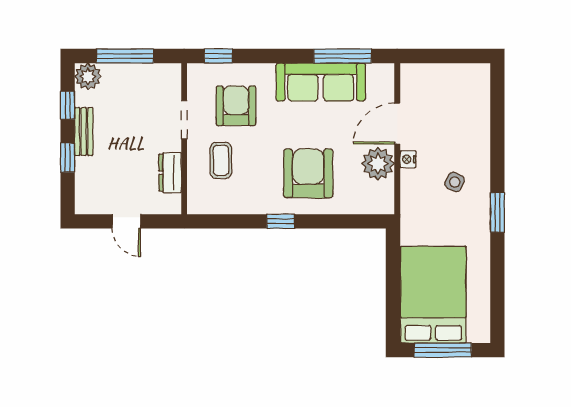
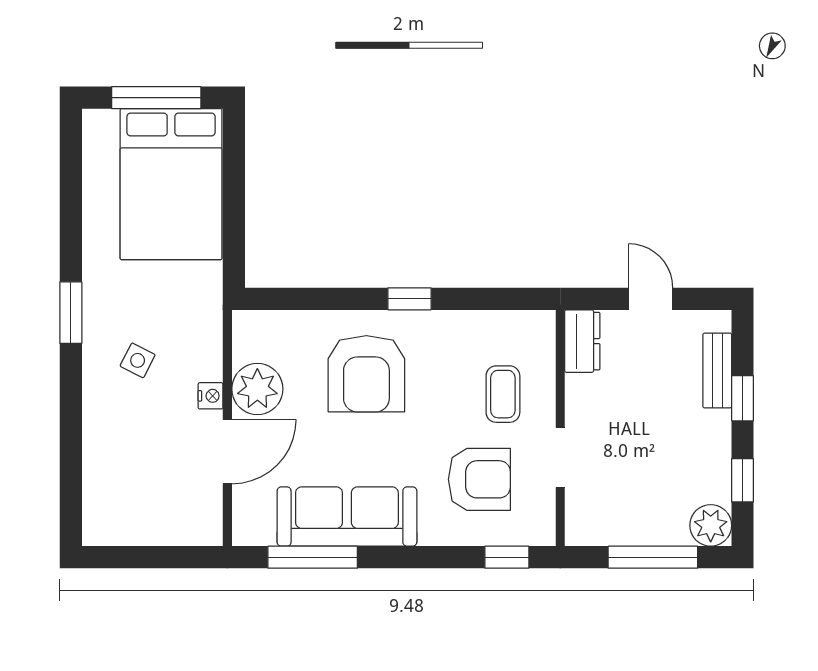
armchair: (236, 106) -> (479, 479), turned -90
bench: (84, 132) -> (717, 370), moved
dresser: (170, 173) -> (582, 341), moved

